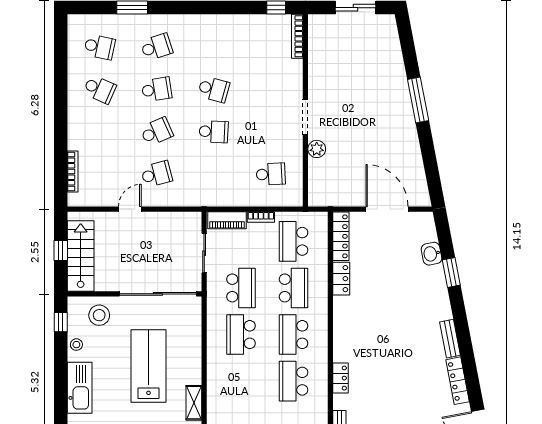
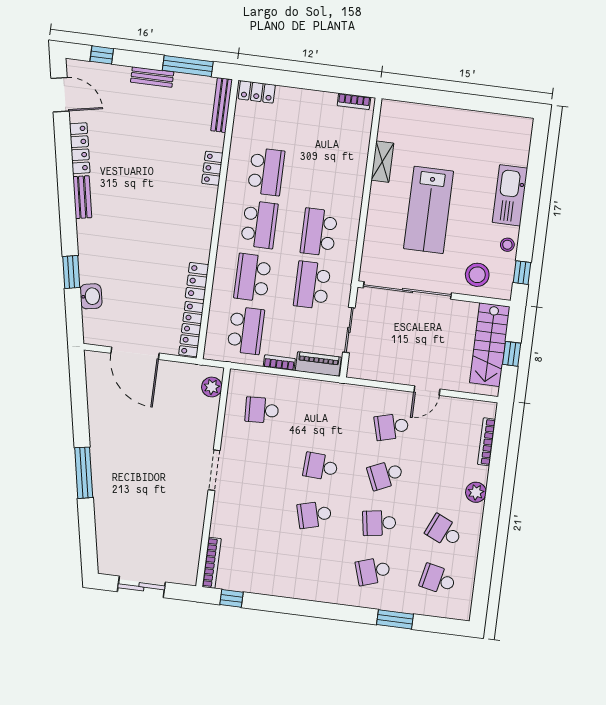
school desk: (214, 89) -> (314, 515), turned -30
plant: (76, 127) -> (476, 492), added
plant: (317, 149) -> (212, 387), moved
school desk: (241, 335) -> (319, 232), turned 180

